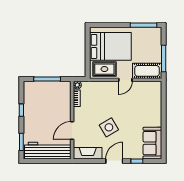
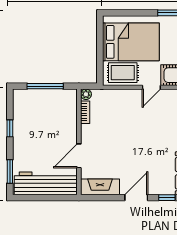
side table: (109, 127) -> (129, 152), removed

